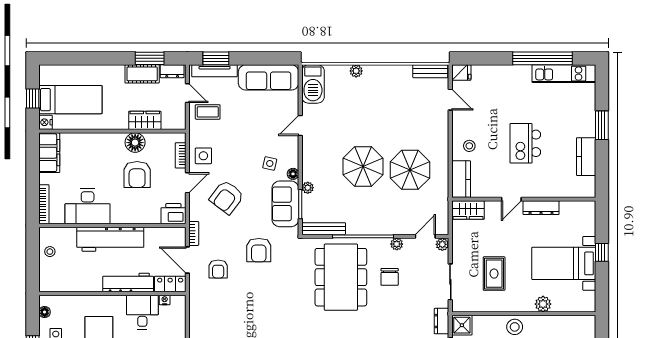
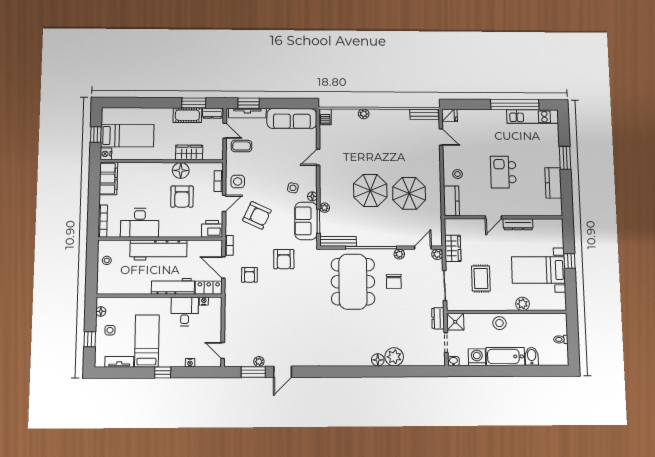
barbecue: (313, 84) -> (325, 117), width x0.53, depth x0.65
armchair: (227, 197) -> (257, 215), turned -102
wardrobe: (468, 210) -> (453, 248), moved, turned -90

